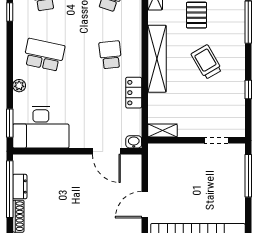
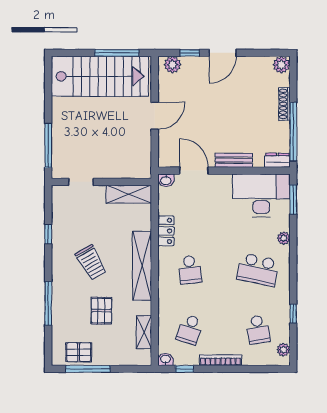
shelving: (162, 131) -> (129, 194), width x1.50, depth x1.33
bench: (68, 161) -> (234, 160), added
dresser: (20, 187) -> (277, 160), moved, turned 90

